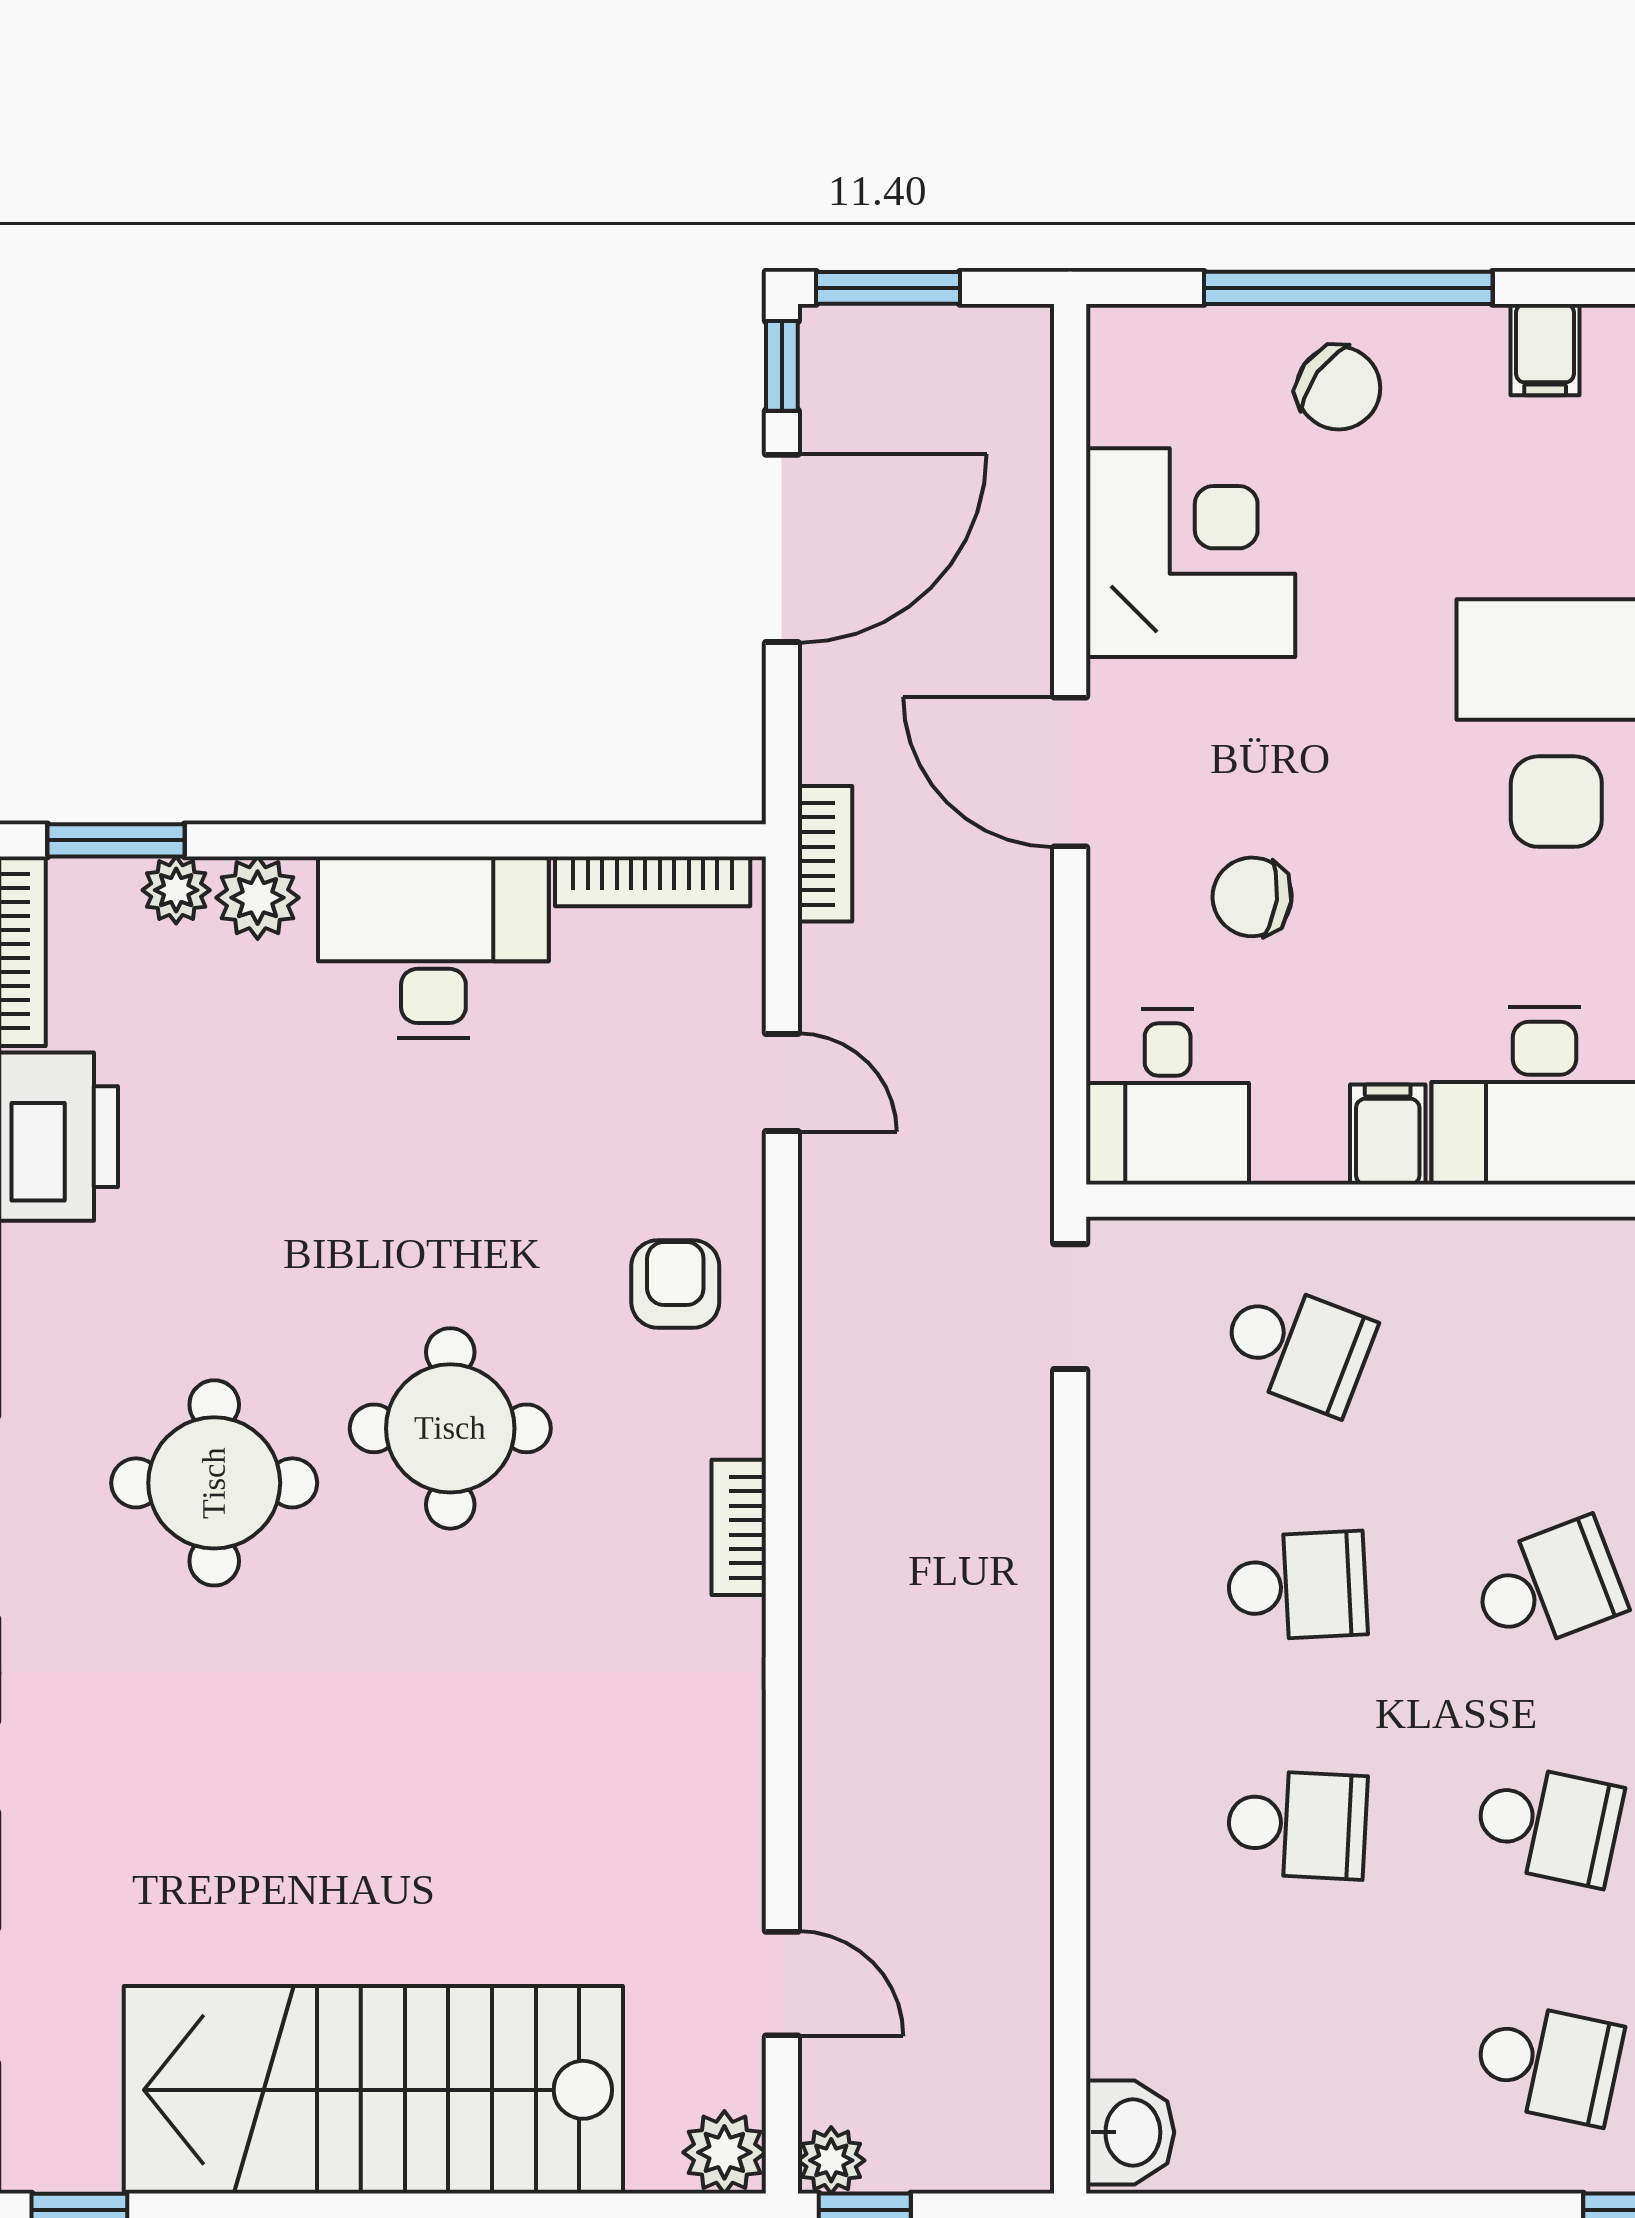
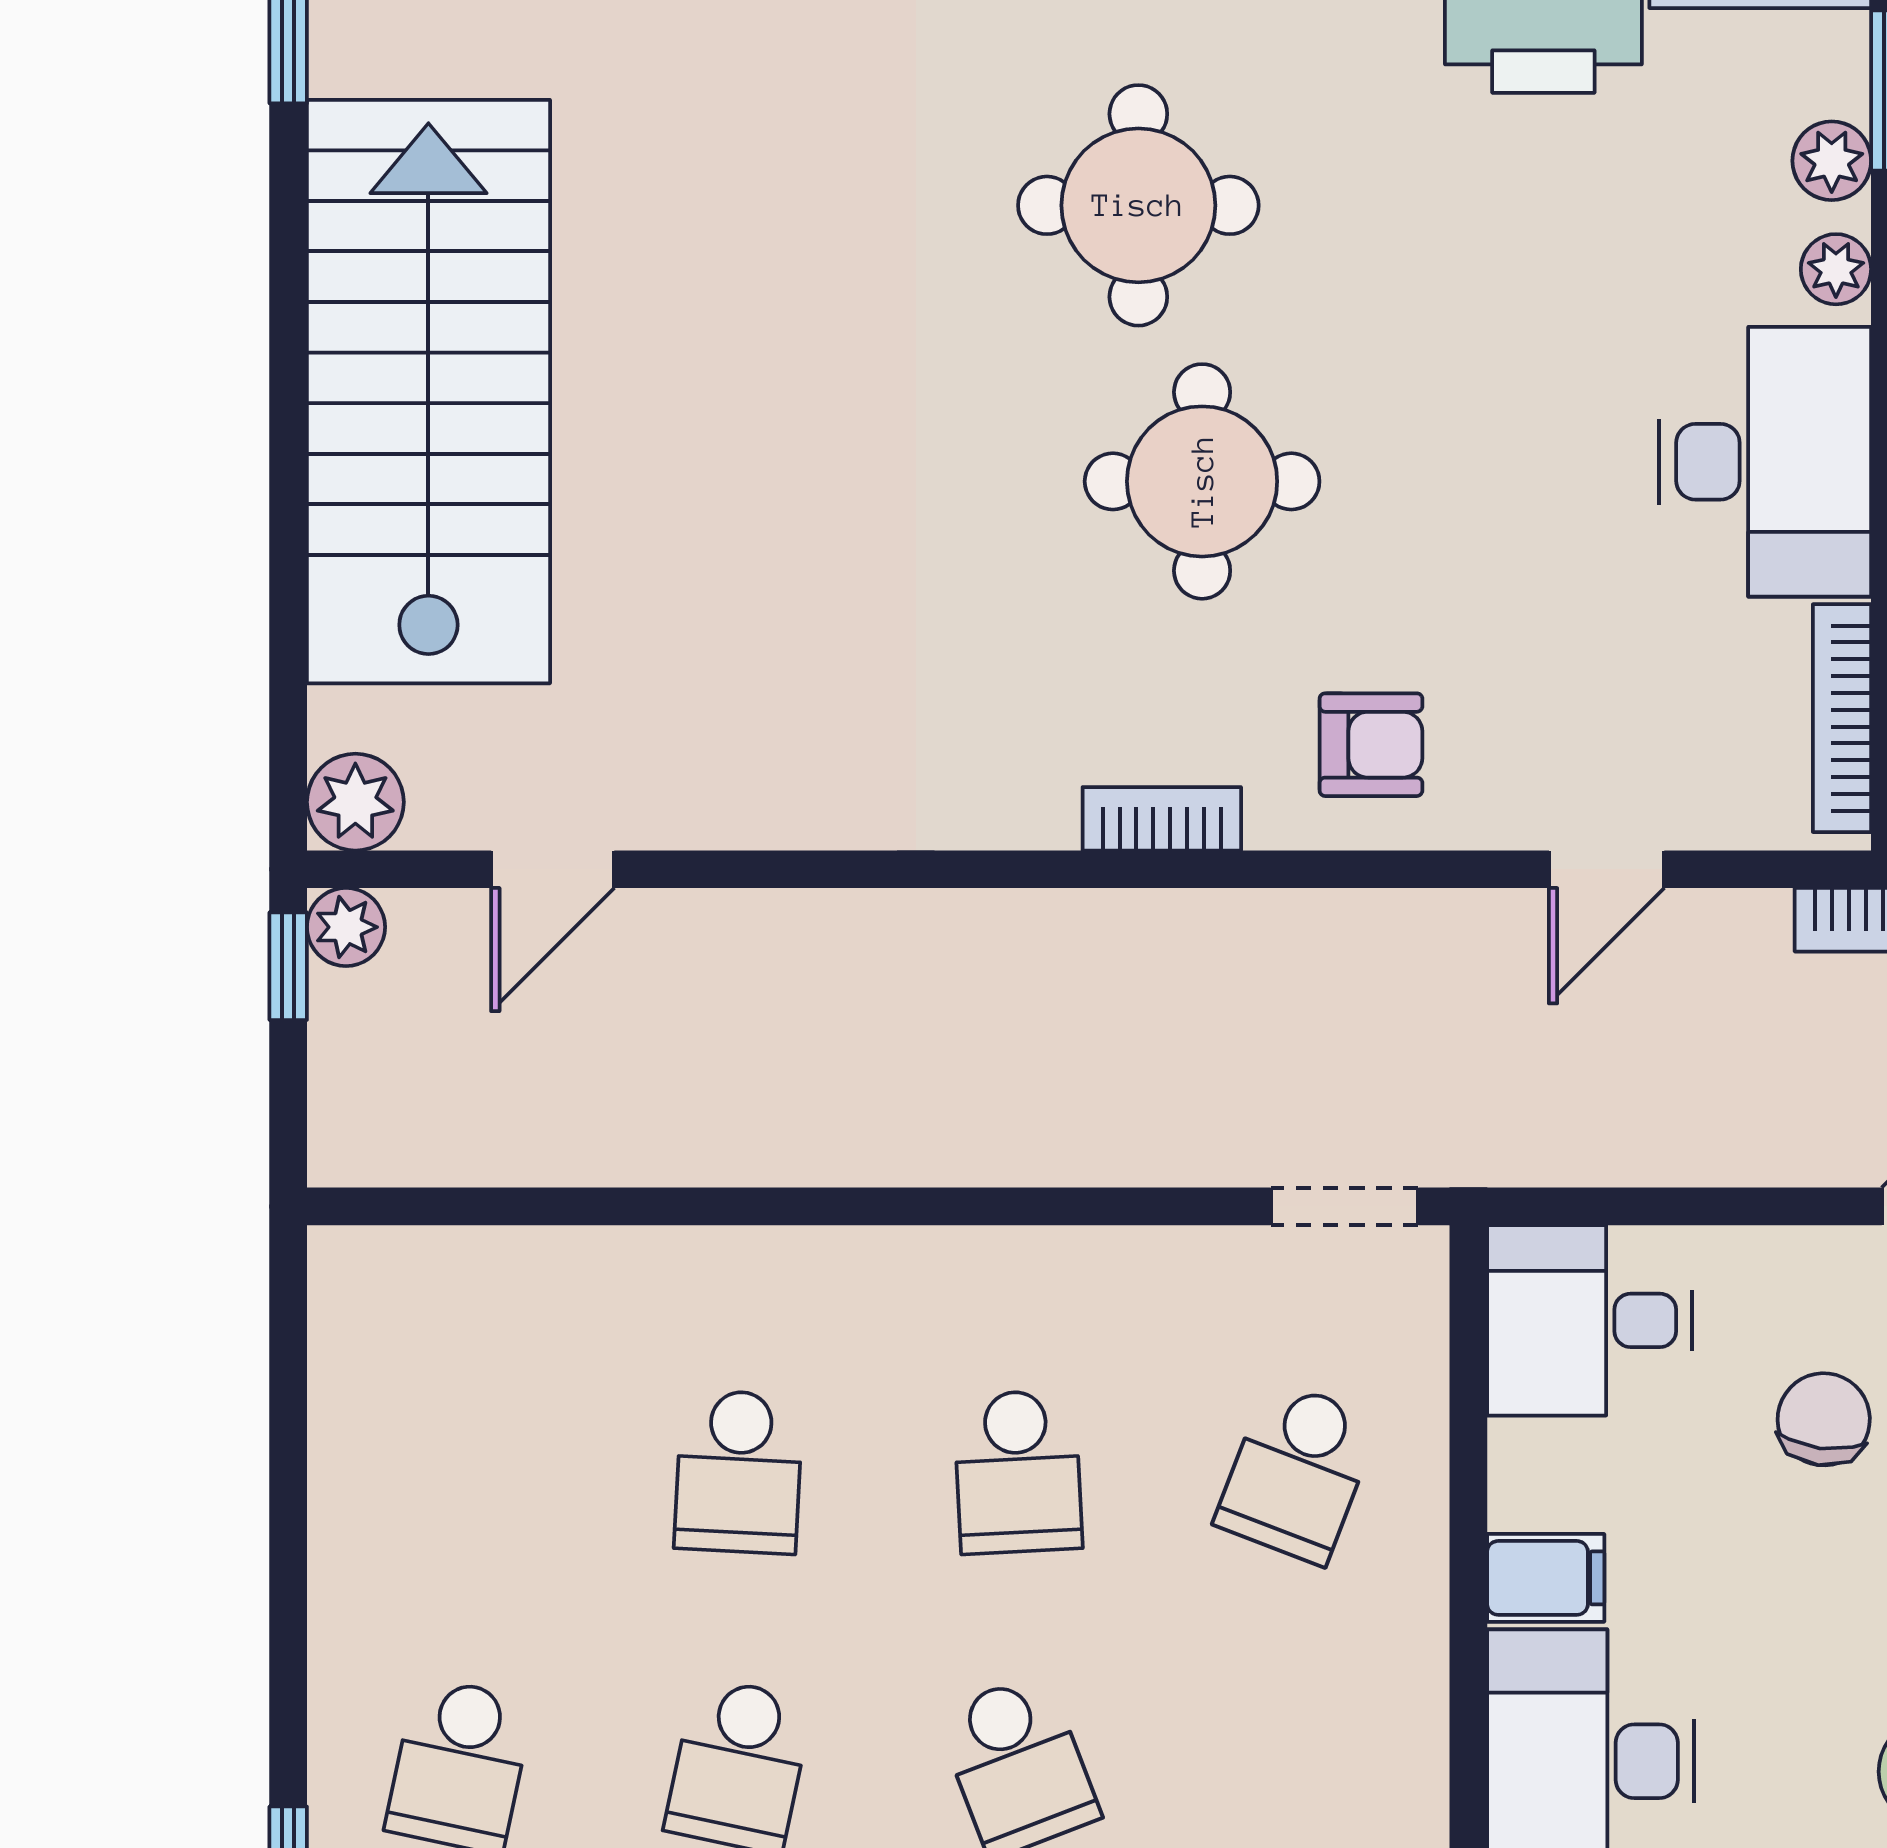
plant: (258, 898) -> (1836, 269), width x0.73, depth x0.73
bookcase: (739, 1527) -> (1162, 819), moved
washbasin: (1130, 2132) -> (379, 1277), removed

